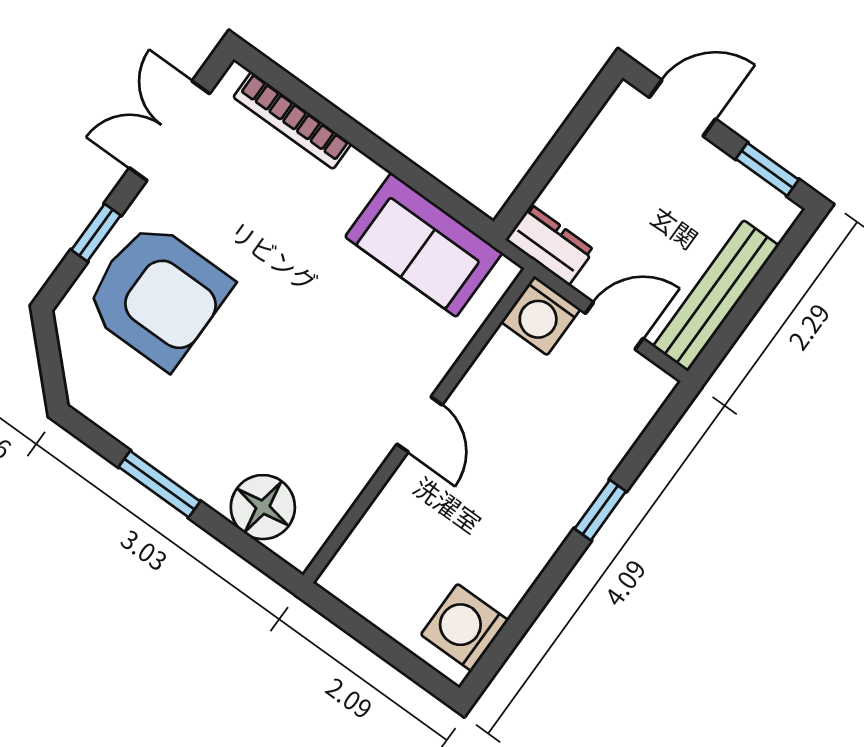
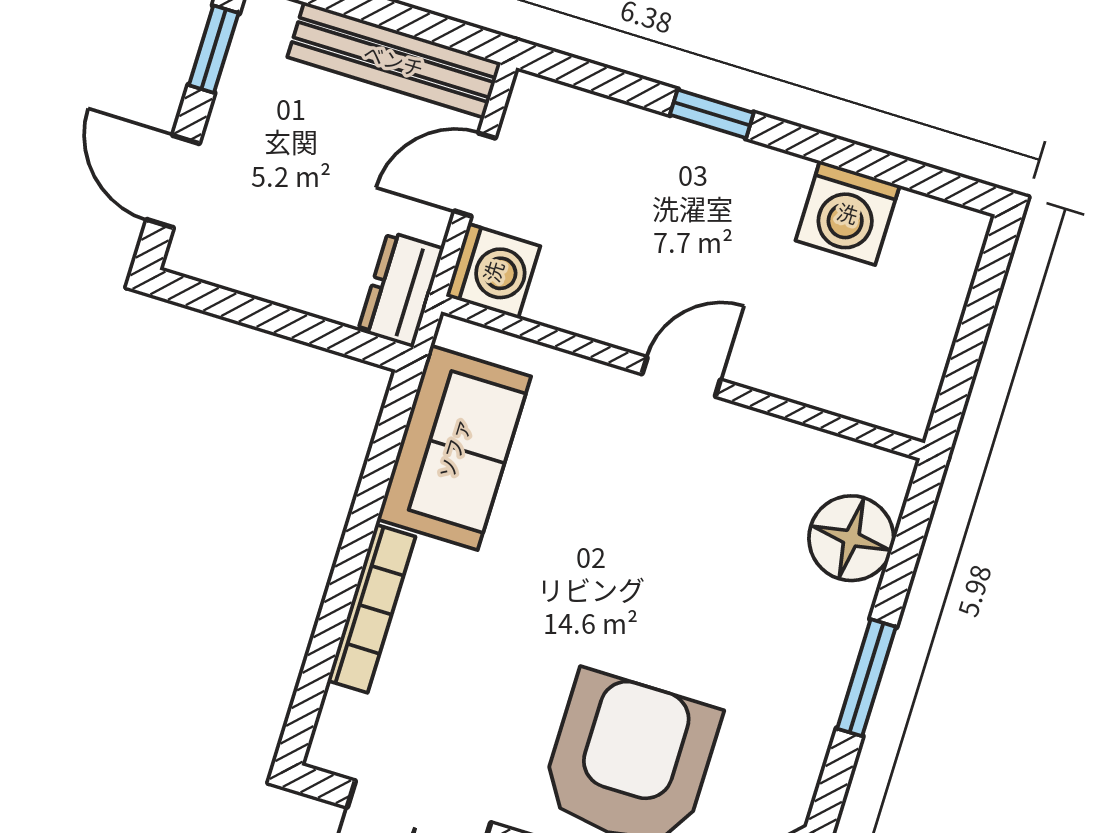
bookcase: (292, 120) -> (372, 609), moved
door: (614, 326) -> (475, 175), hinge flipped
washing machine: (465, 628) -> (848, 213), moved

